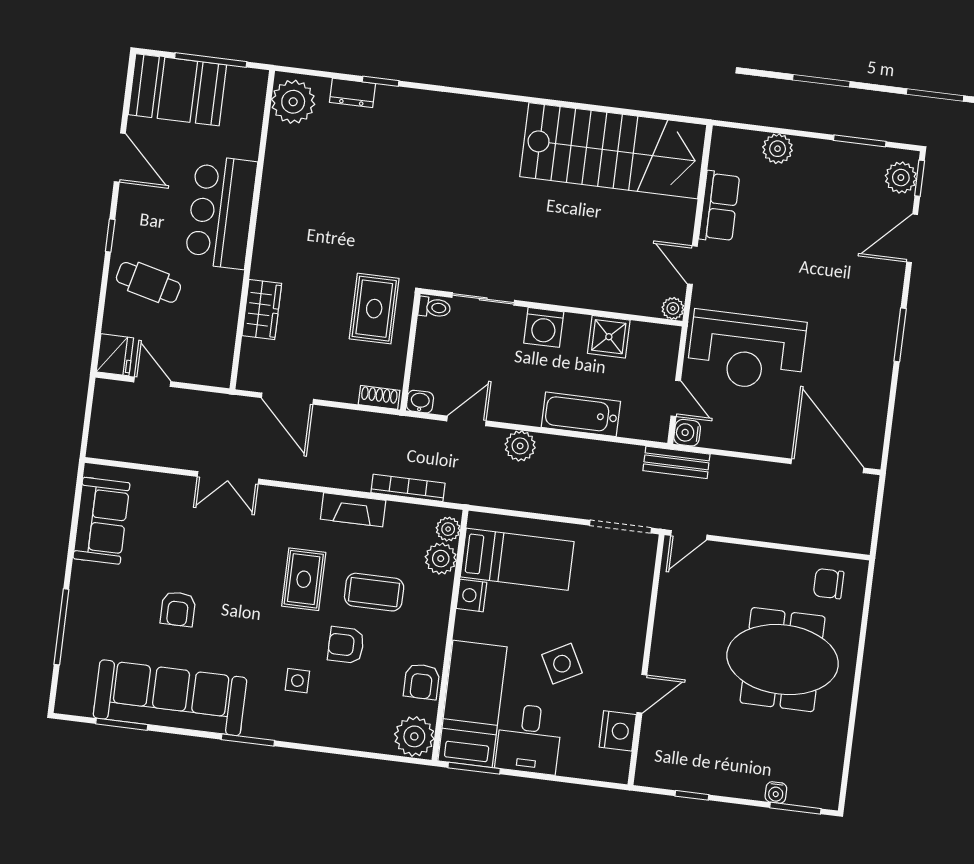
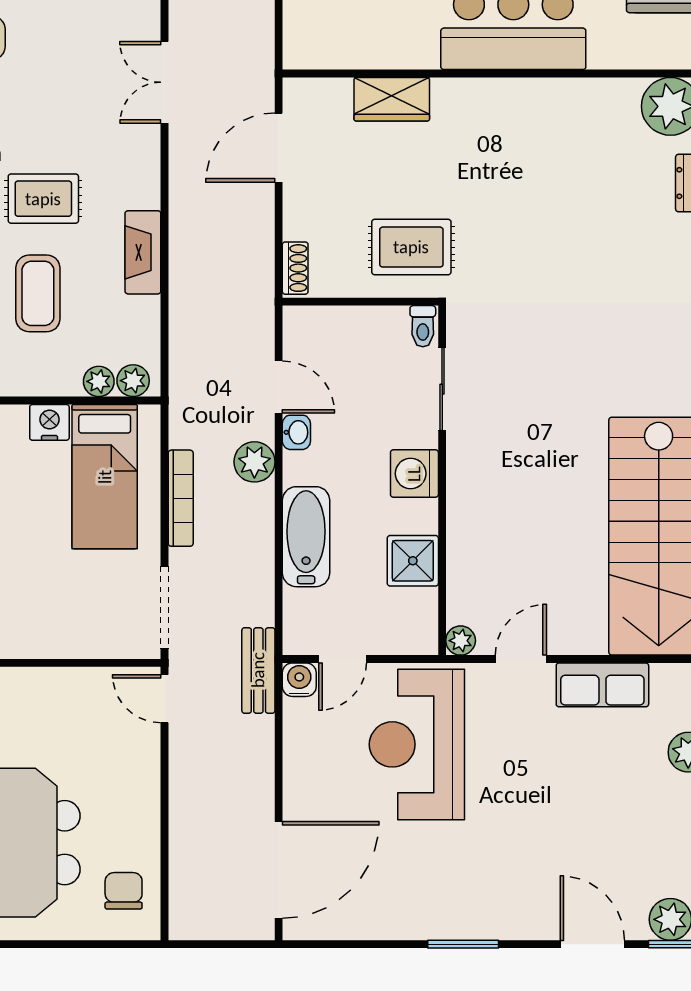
washbasin: (420, 402) -> (296, 432), moved
bookcase: (408, 488) -> (181, 498), moved
plant: (441, 559) -> (99, 381), width x0.73, depth x0.73

